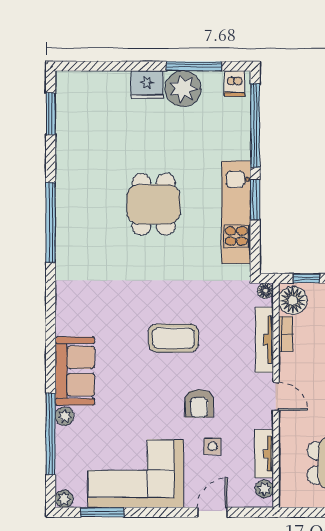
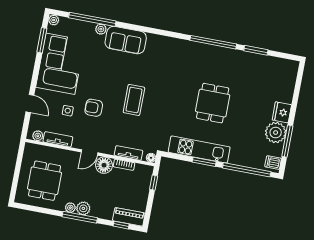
window: (51, 114) -> (256, 50), moved
dining table: (154, 204) -> (213, 103), turned 90
floor lamp: (293, 300) -> (104, 165), moved
tv unit: (264, 340) -> (129, 153), width x0.71

